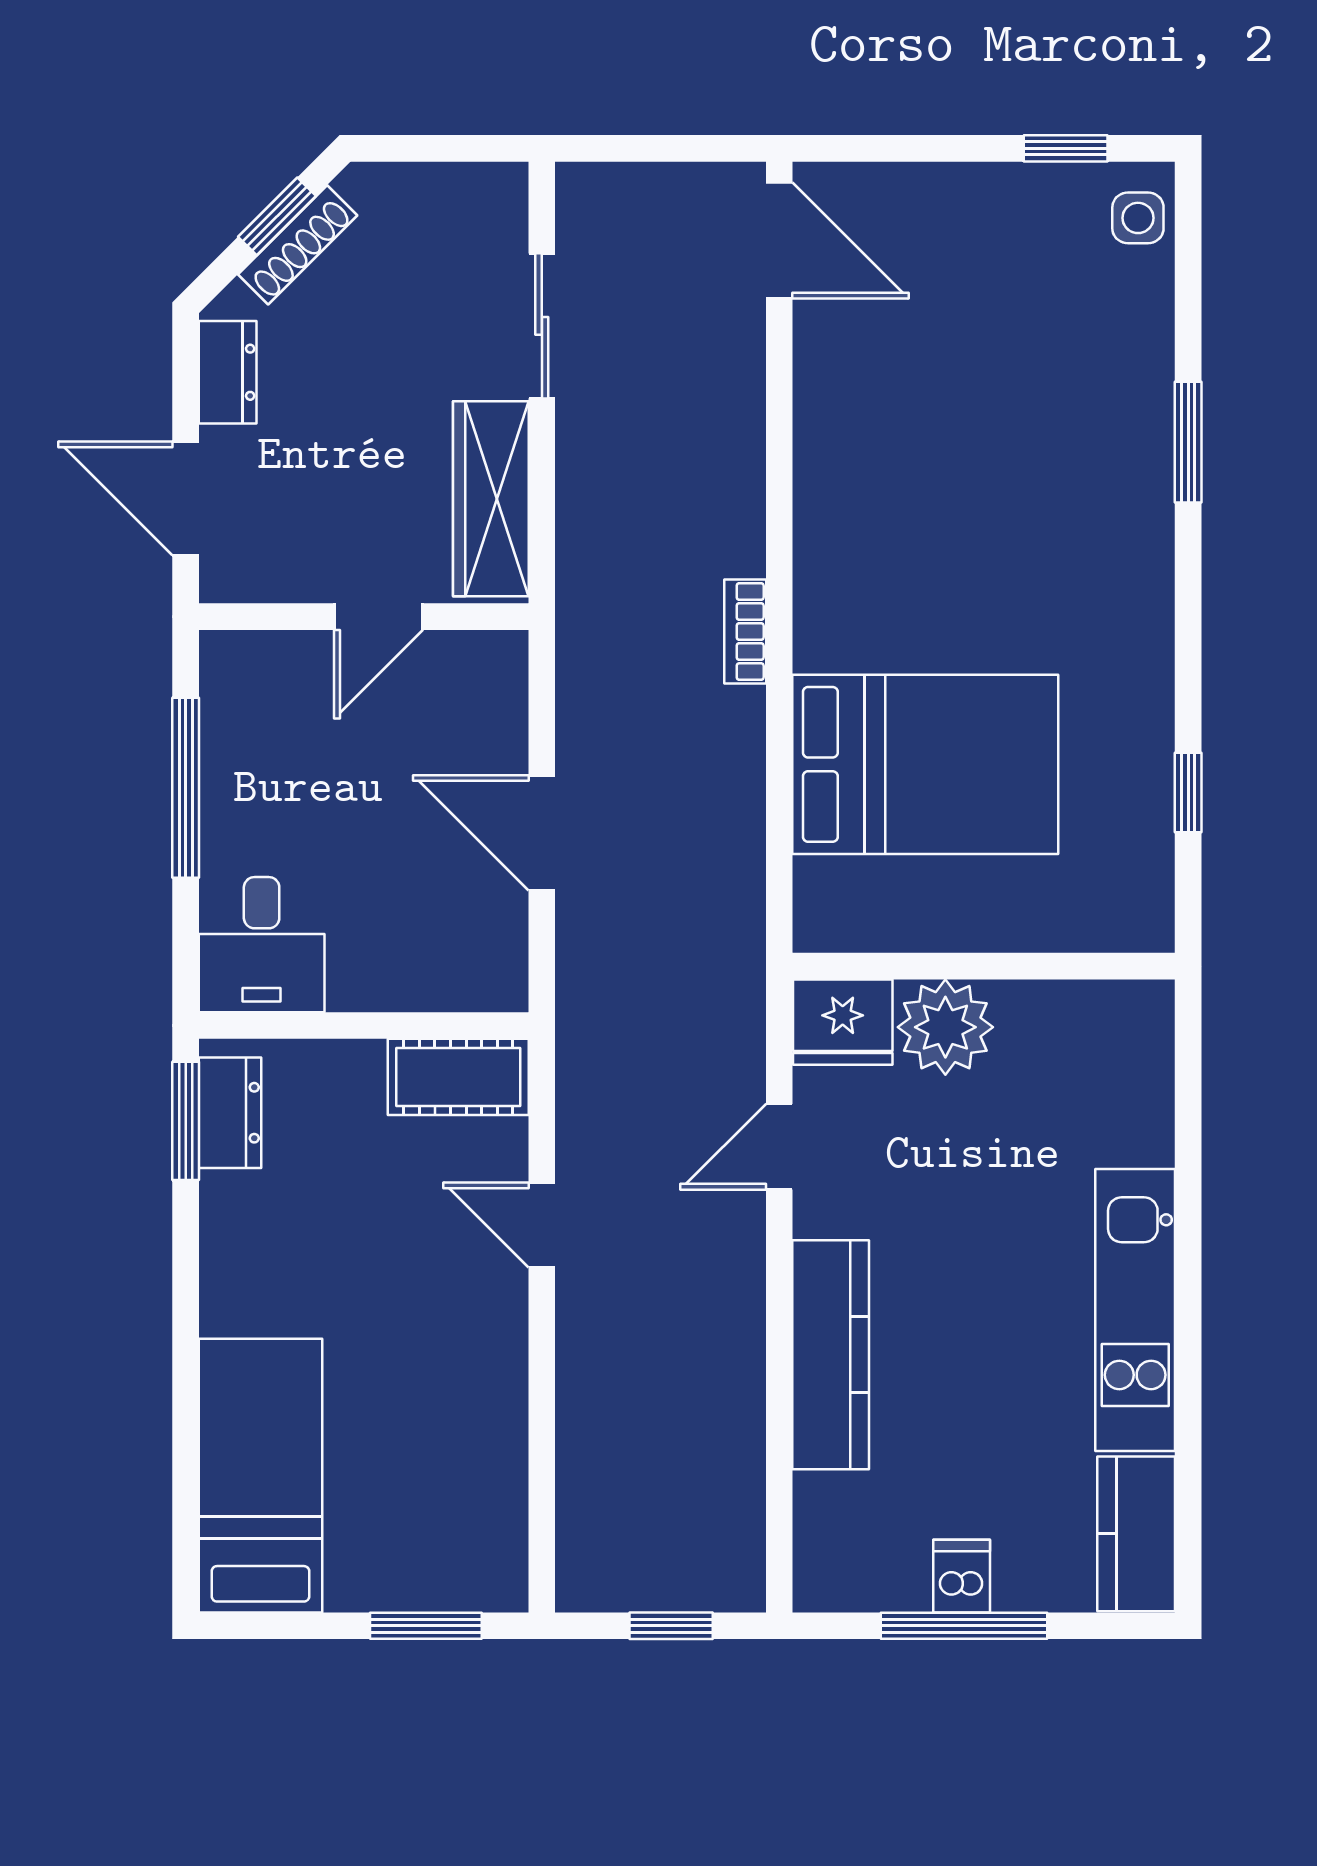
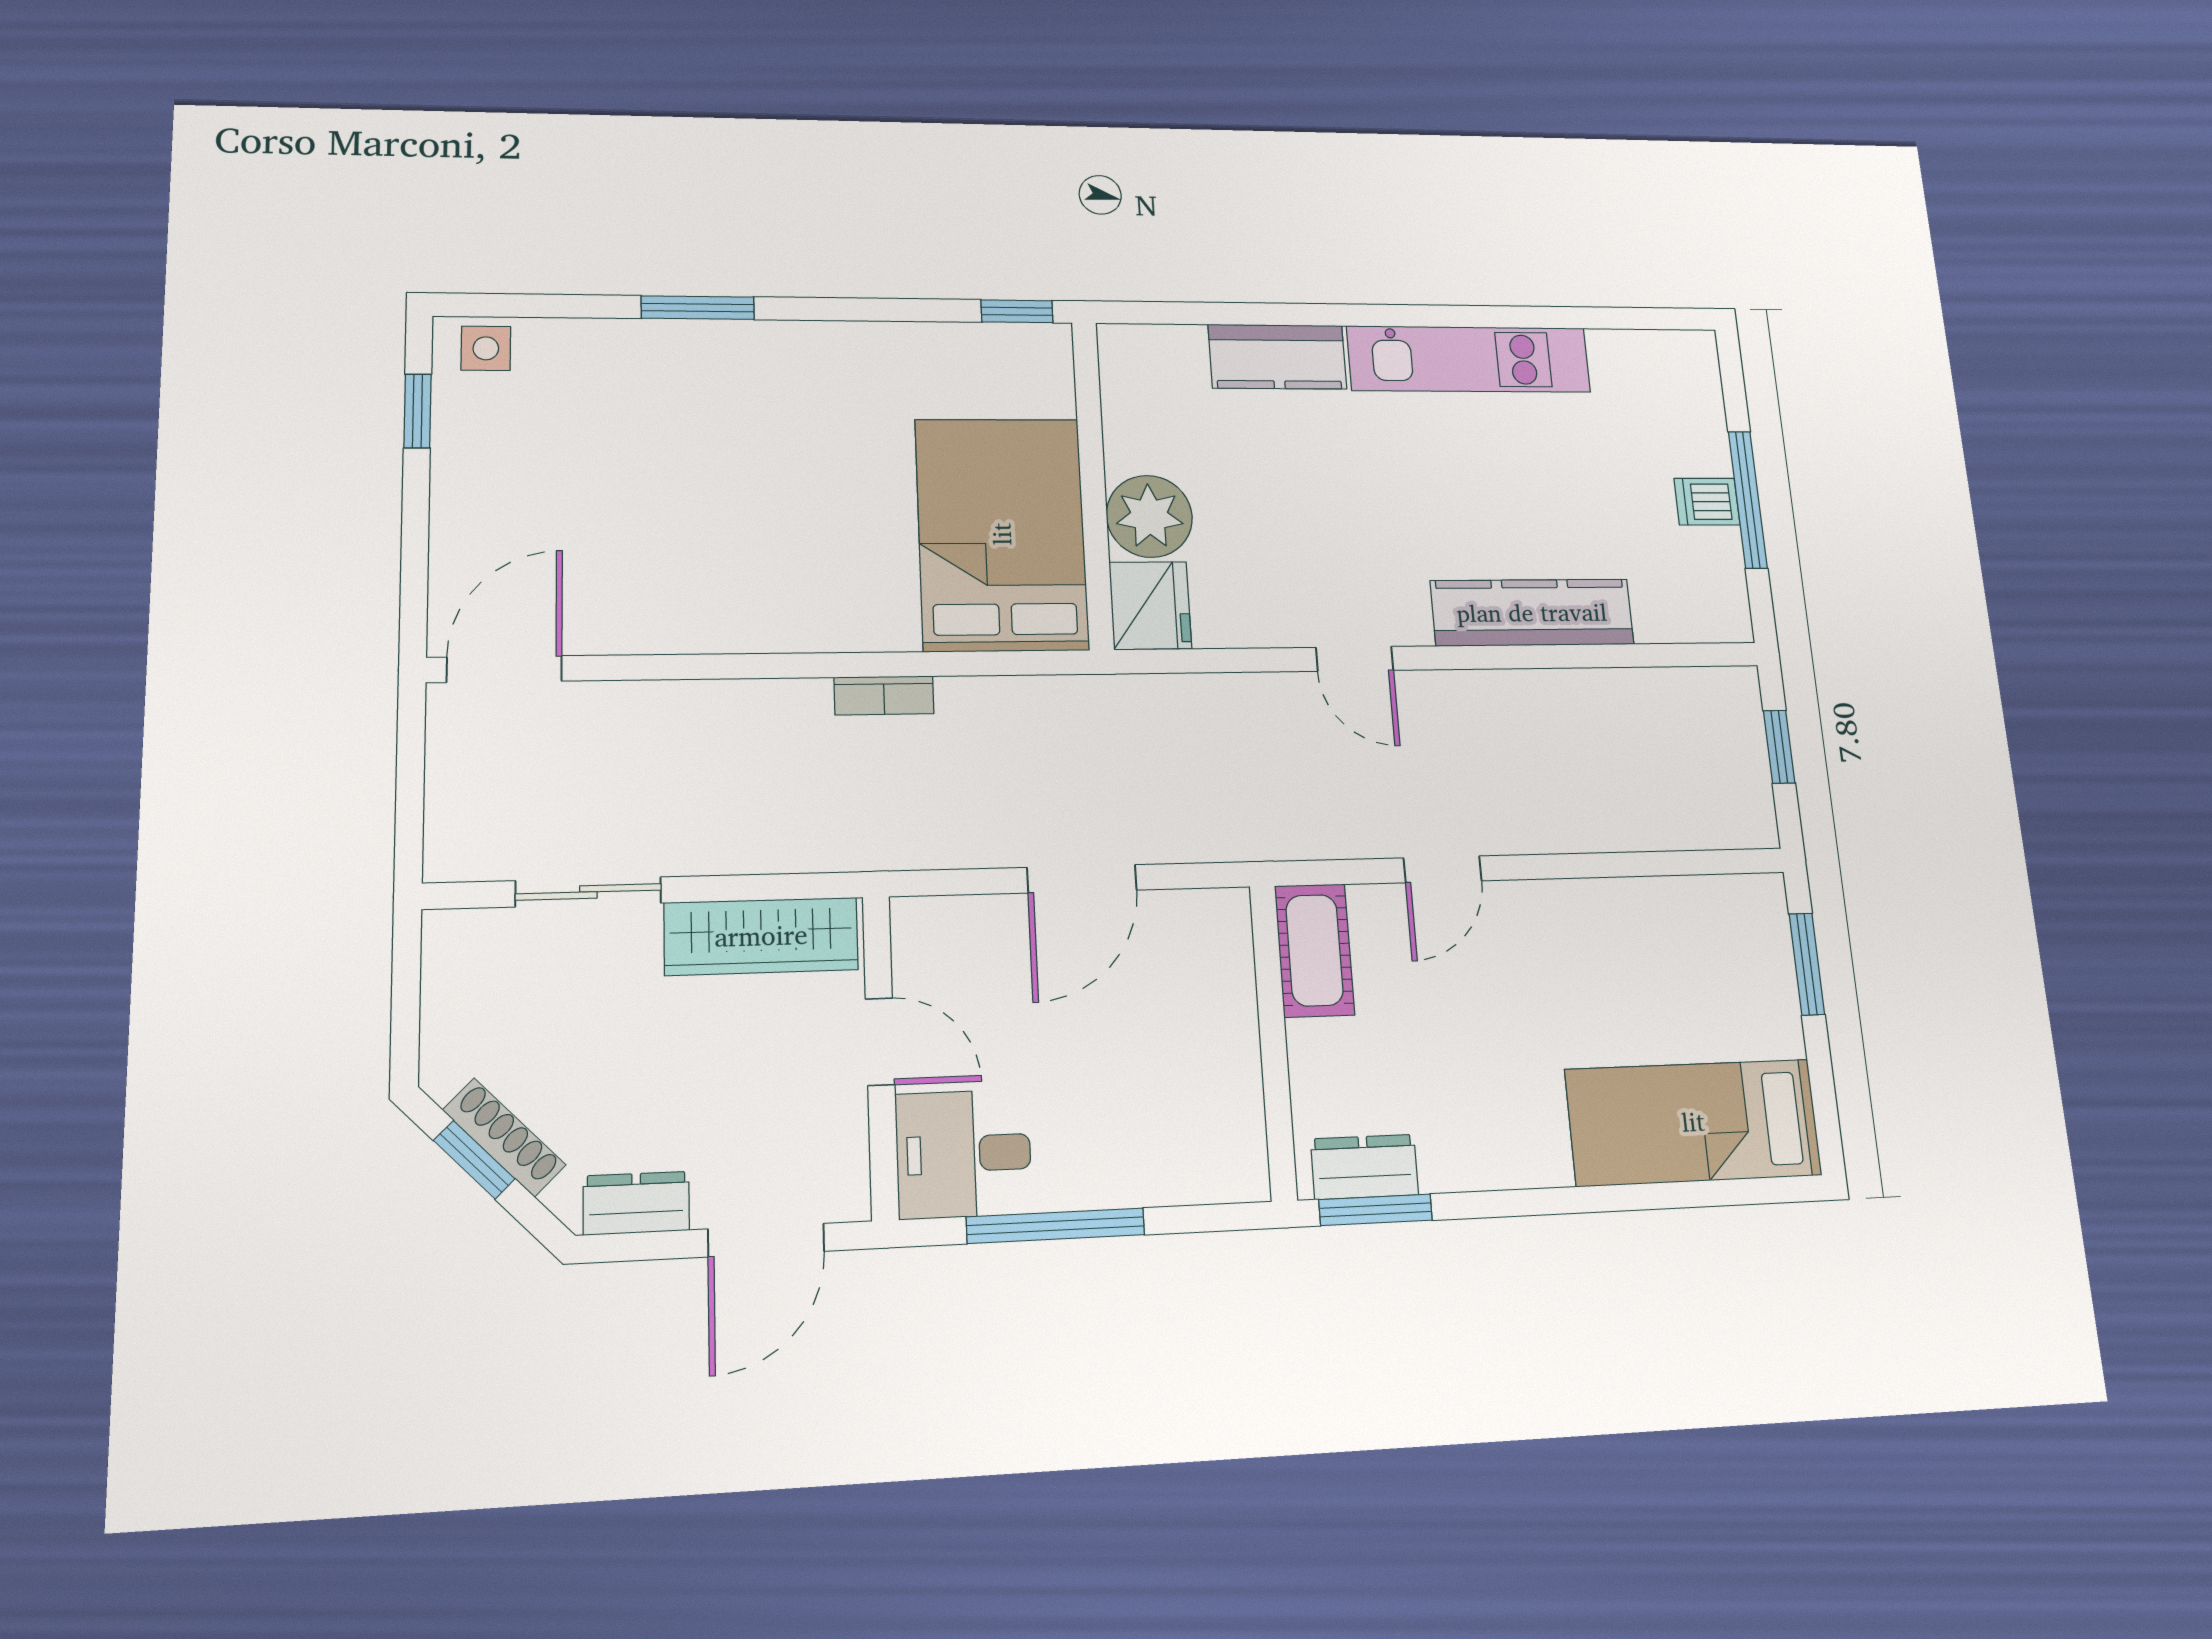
desk: (262, 945) -> (964, 1154), moved, turned 180
wall: (984, 966) -> (1093, 484), moved
fridge: (843, 1022) -> (1150, 605), moved
plant: (945, 1027) -> (1149, 516), moved
kitchen counter: (1136, 1534) -> (1278, 357), moved

